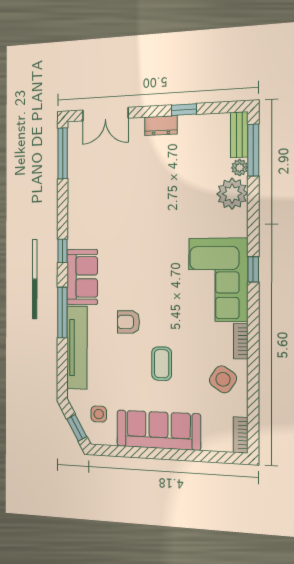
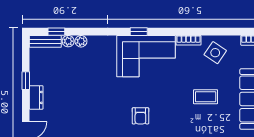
window: (253, 150) -> (56, 32), width x0.46
plant: (232, 194) -> (81, 41), width x0.53, depth x0.53
armchair: (129, 322) -> (140, 116), moved

